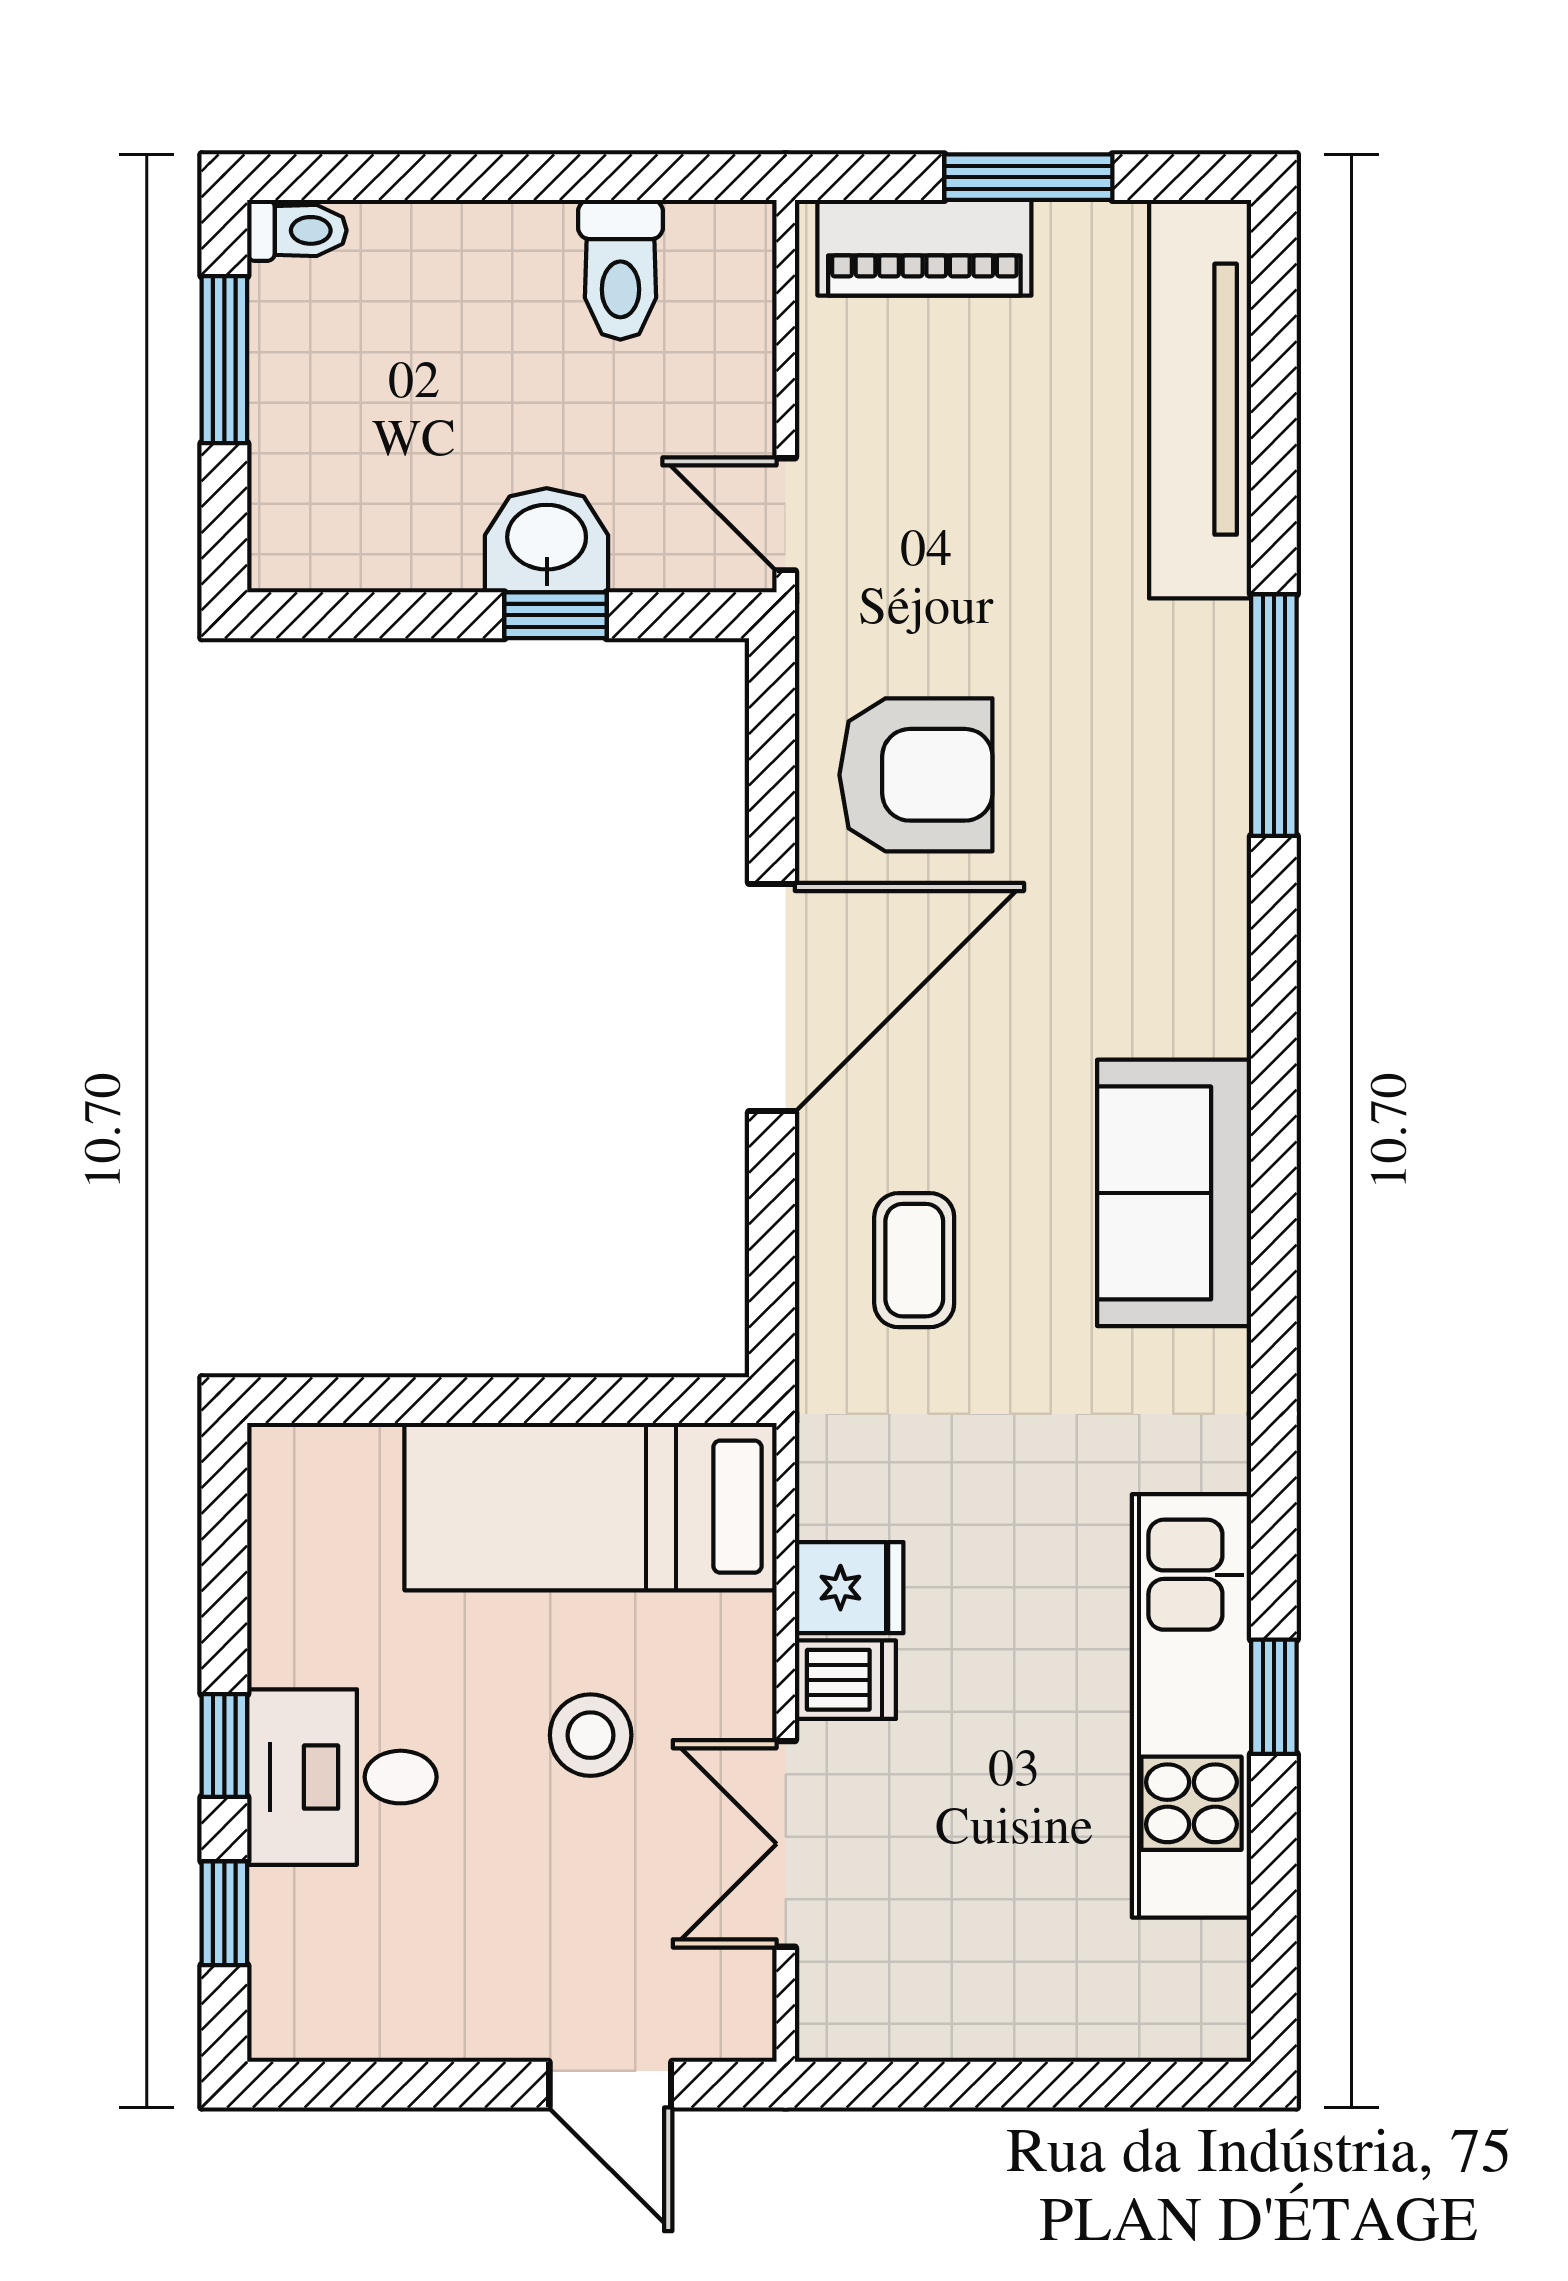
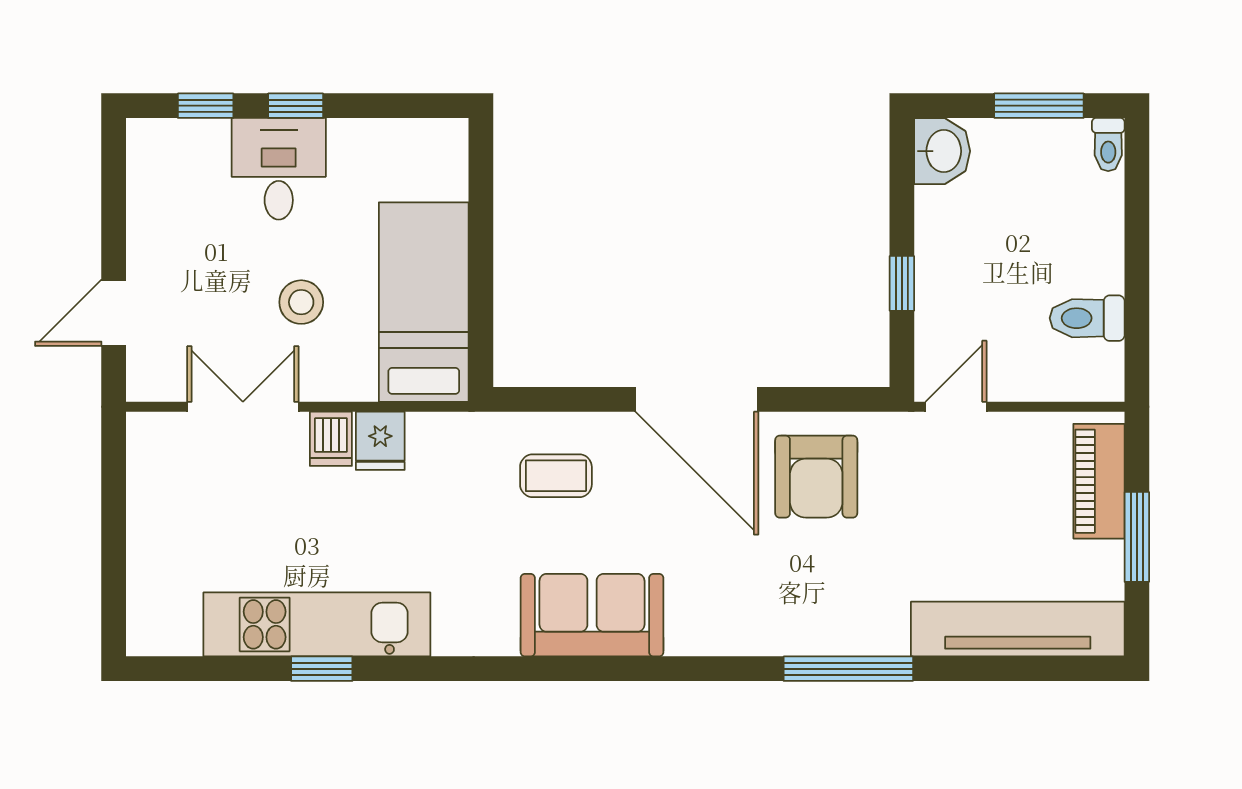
washbasin: (547, 540) -> (942, 151), moved

